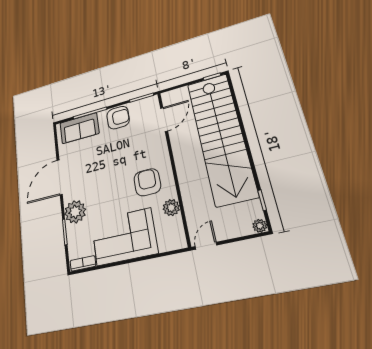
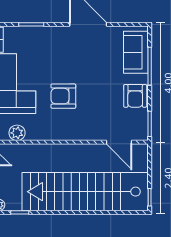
armchair: (147, 182) -> (63, 96), moved, turned 180
plant: (171, 208) -> (17, 133), moved
plant: (75, 212) -> (49, 37), removed

